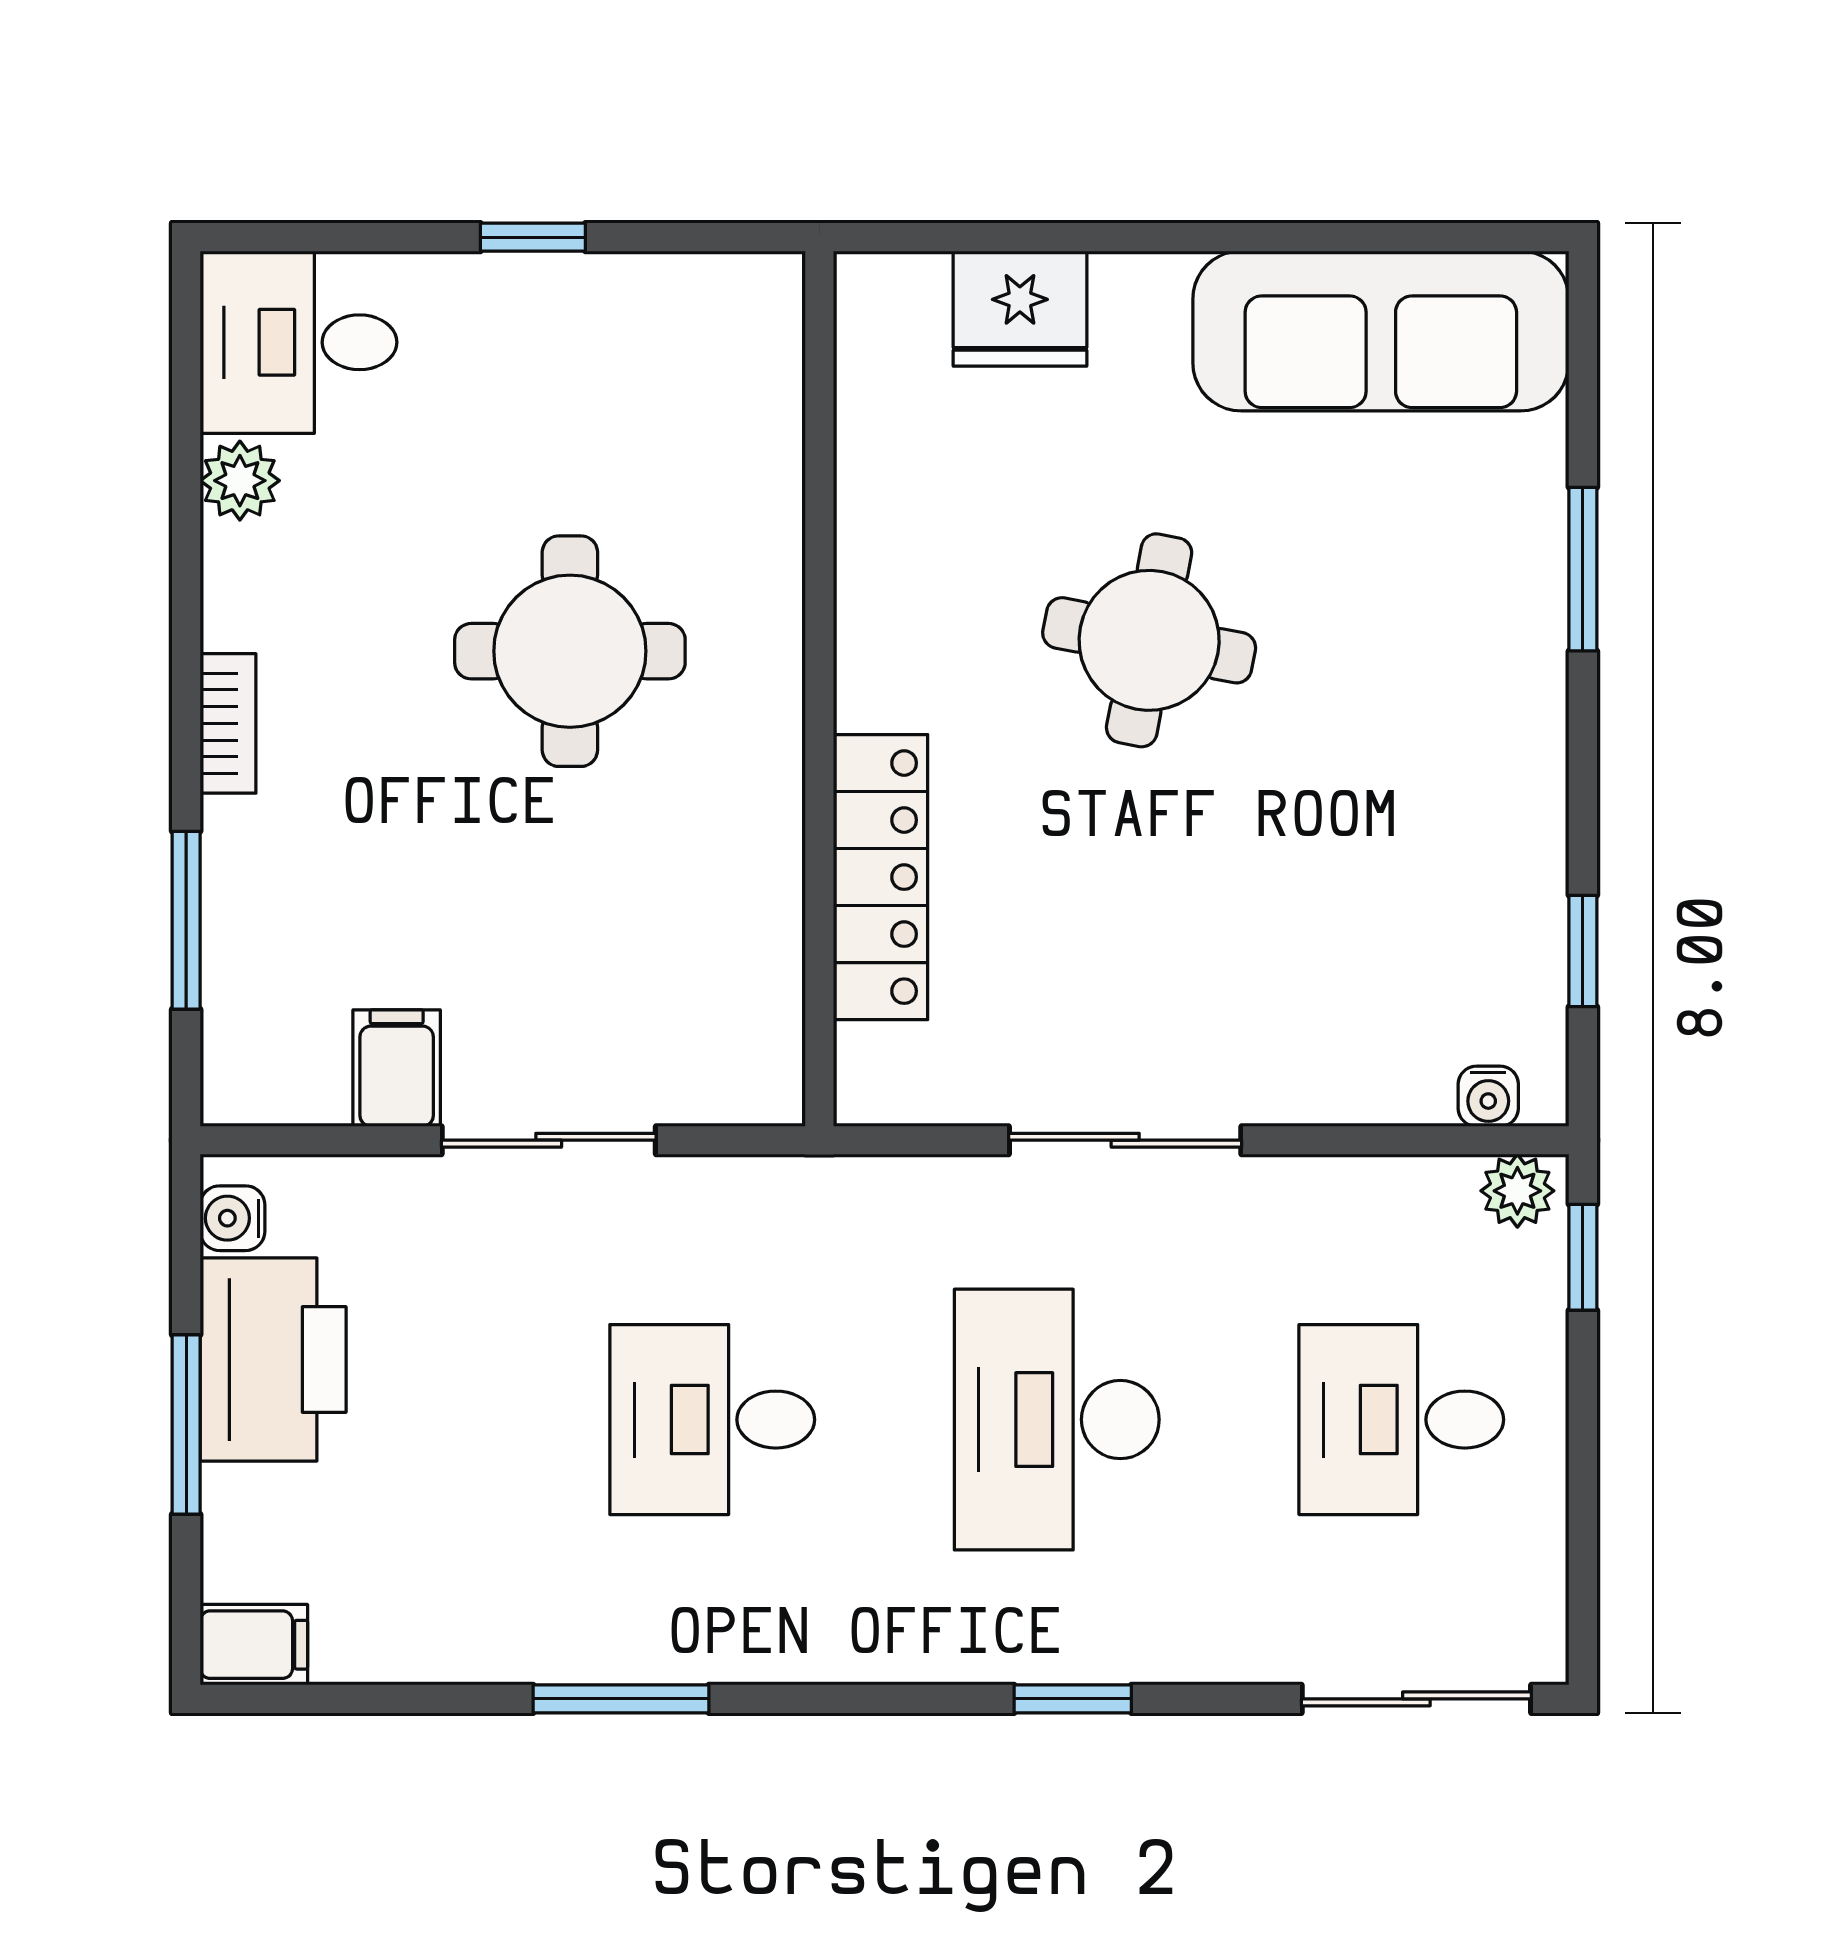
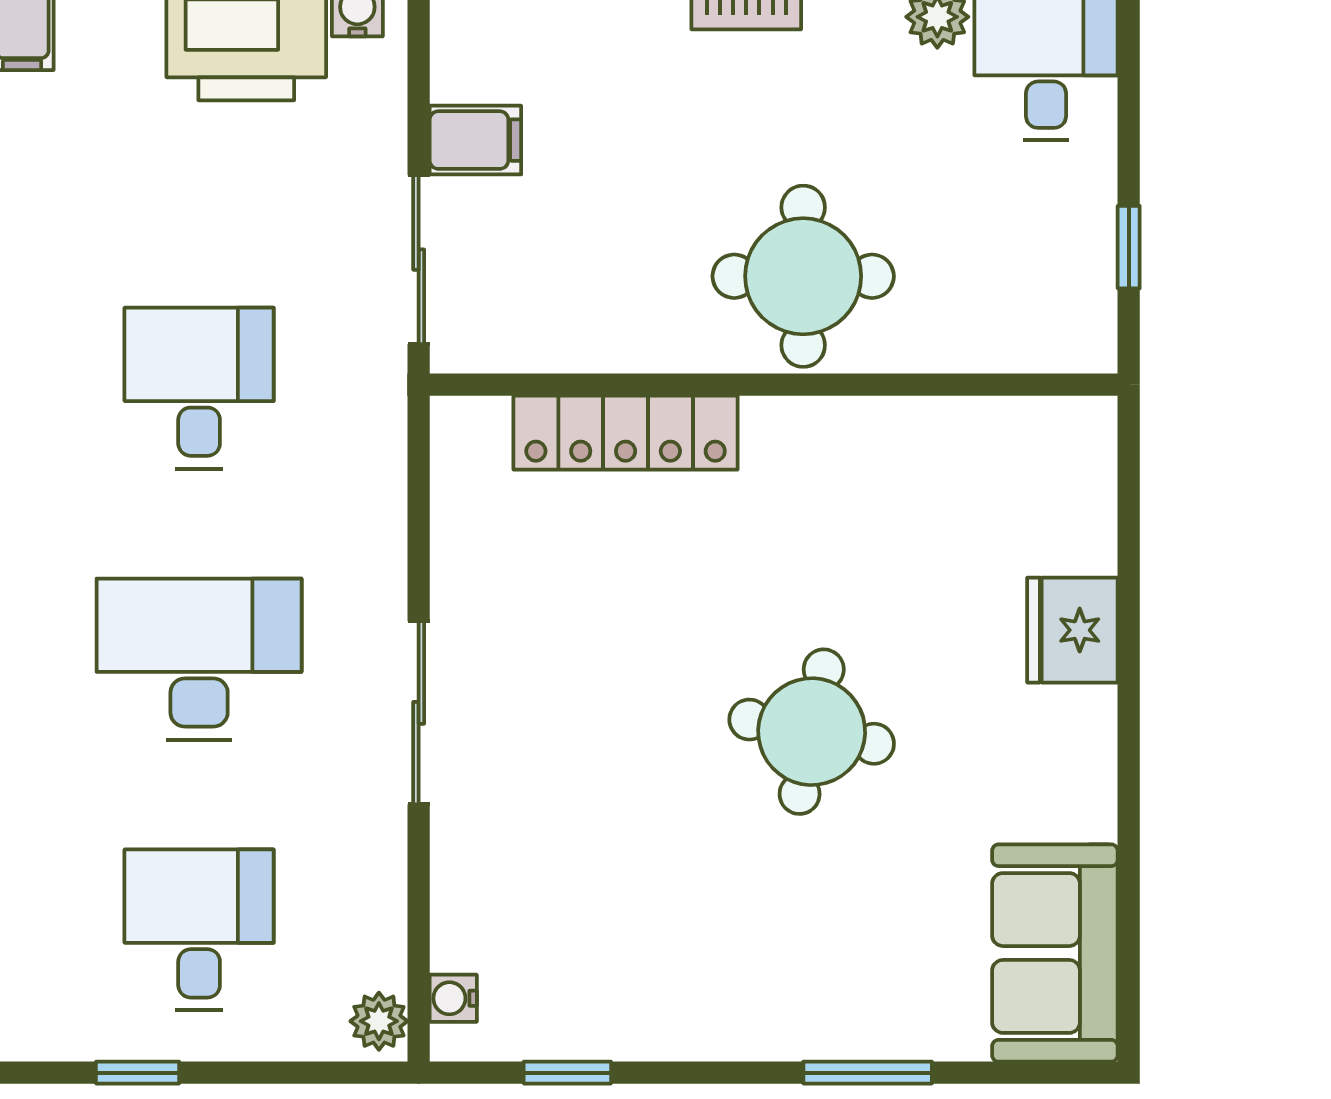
sofa: (1381, 331) -> (1055, 953), width x0.73
wall: (819, 689) -> (774, 385), moved
locker: (880, 877) -> (626, 433), moved
window: (1583, 1257) -> (138, 1073), moved

